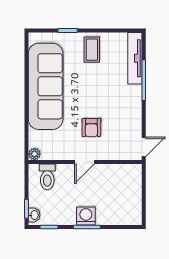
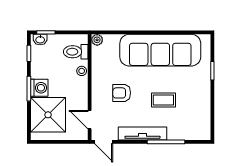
coffee table: (92, 50) -> (163, 100), moved
tv unit: (135, 58) -> (143, 134), moved
door: (85, 162) -> (90, 120), moved
stool: (68, 171) -> (82, 71), added
shower: (115, 207) -> (48, 115), added

